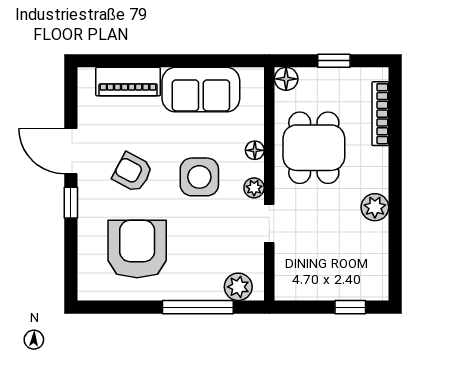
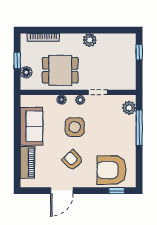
floor lamp: (286, 79) -> (26, 72), moved
armchair: (132, 172) -> (72, 160), turned 109
window: (71, 203) -> (117, 191), moved
armchair: (137, 249) -> (112, 170), moved

